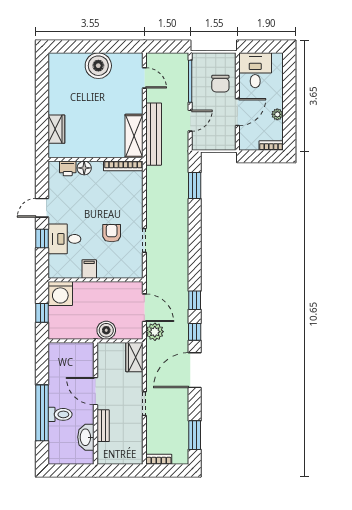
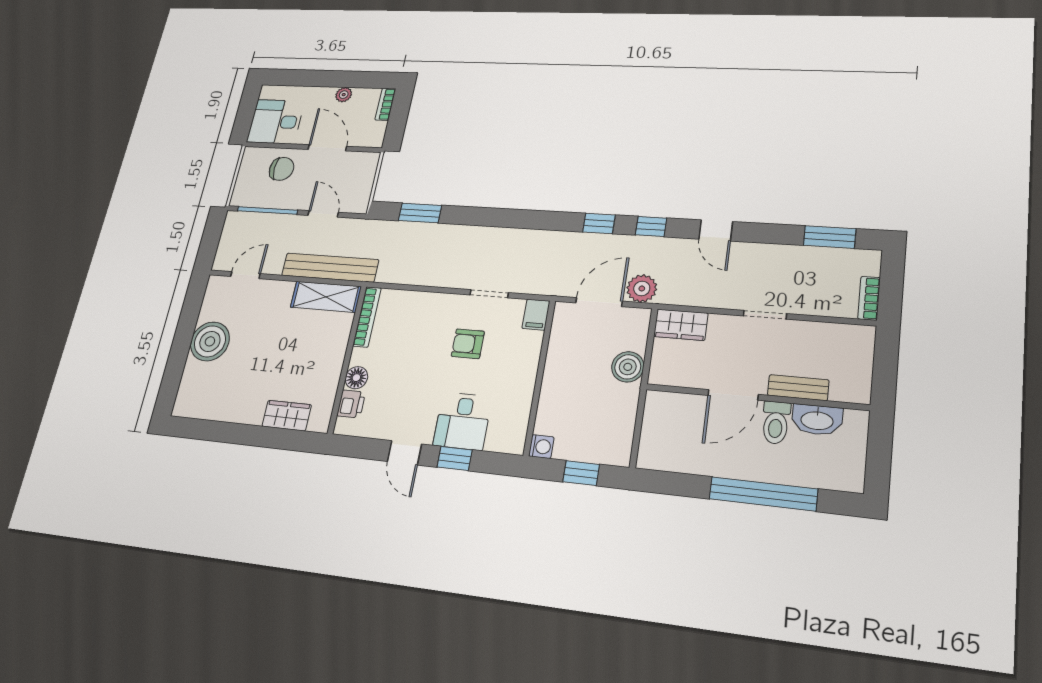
filing cabinet: (89, 269) -> (536, 315), moved, turned -90
washing machine: (60, 294) -> (541, 447), width x0.53, depth x0.53
door: (195, 370) -> (716, 230), width x0.53
toilet: (60, 414) -> (776, 423), moved, turned 180

